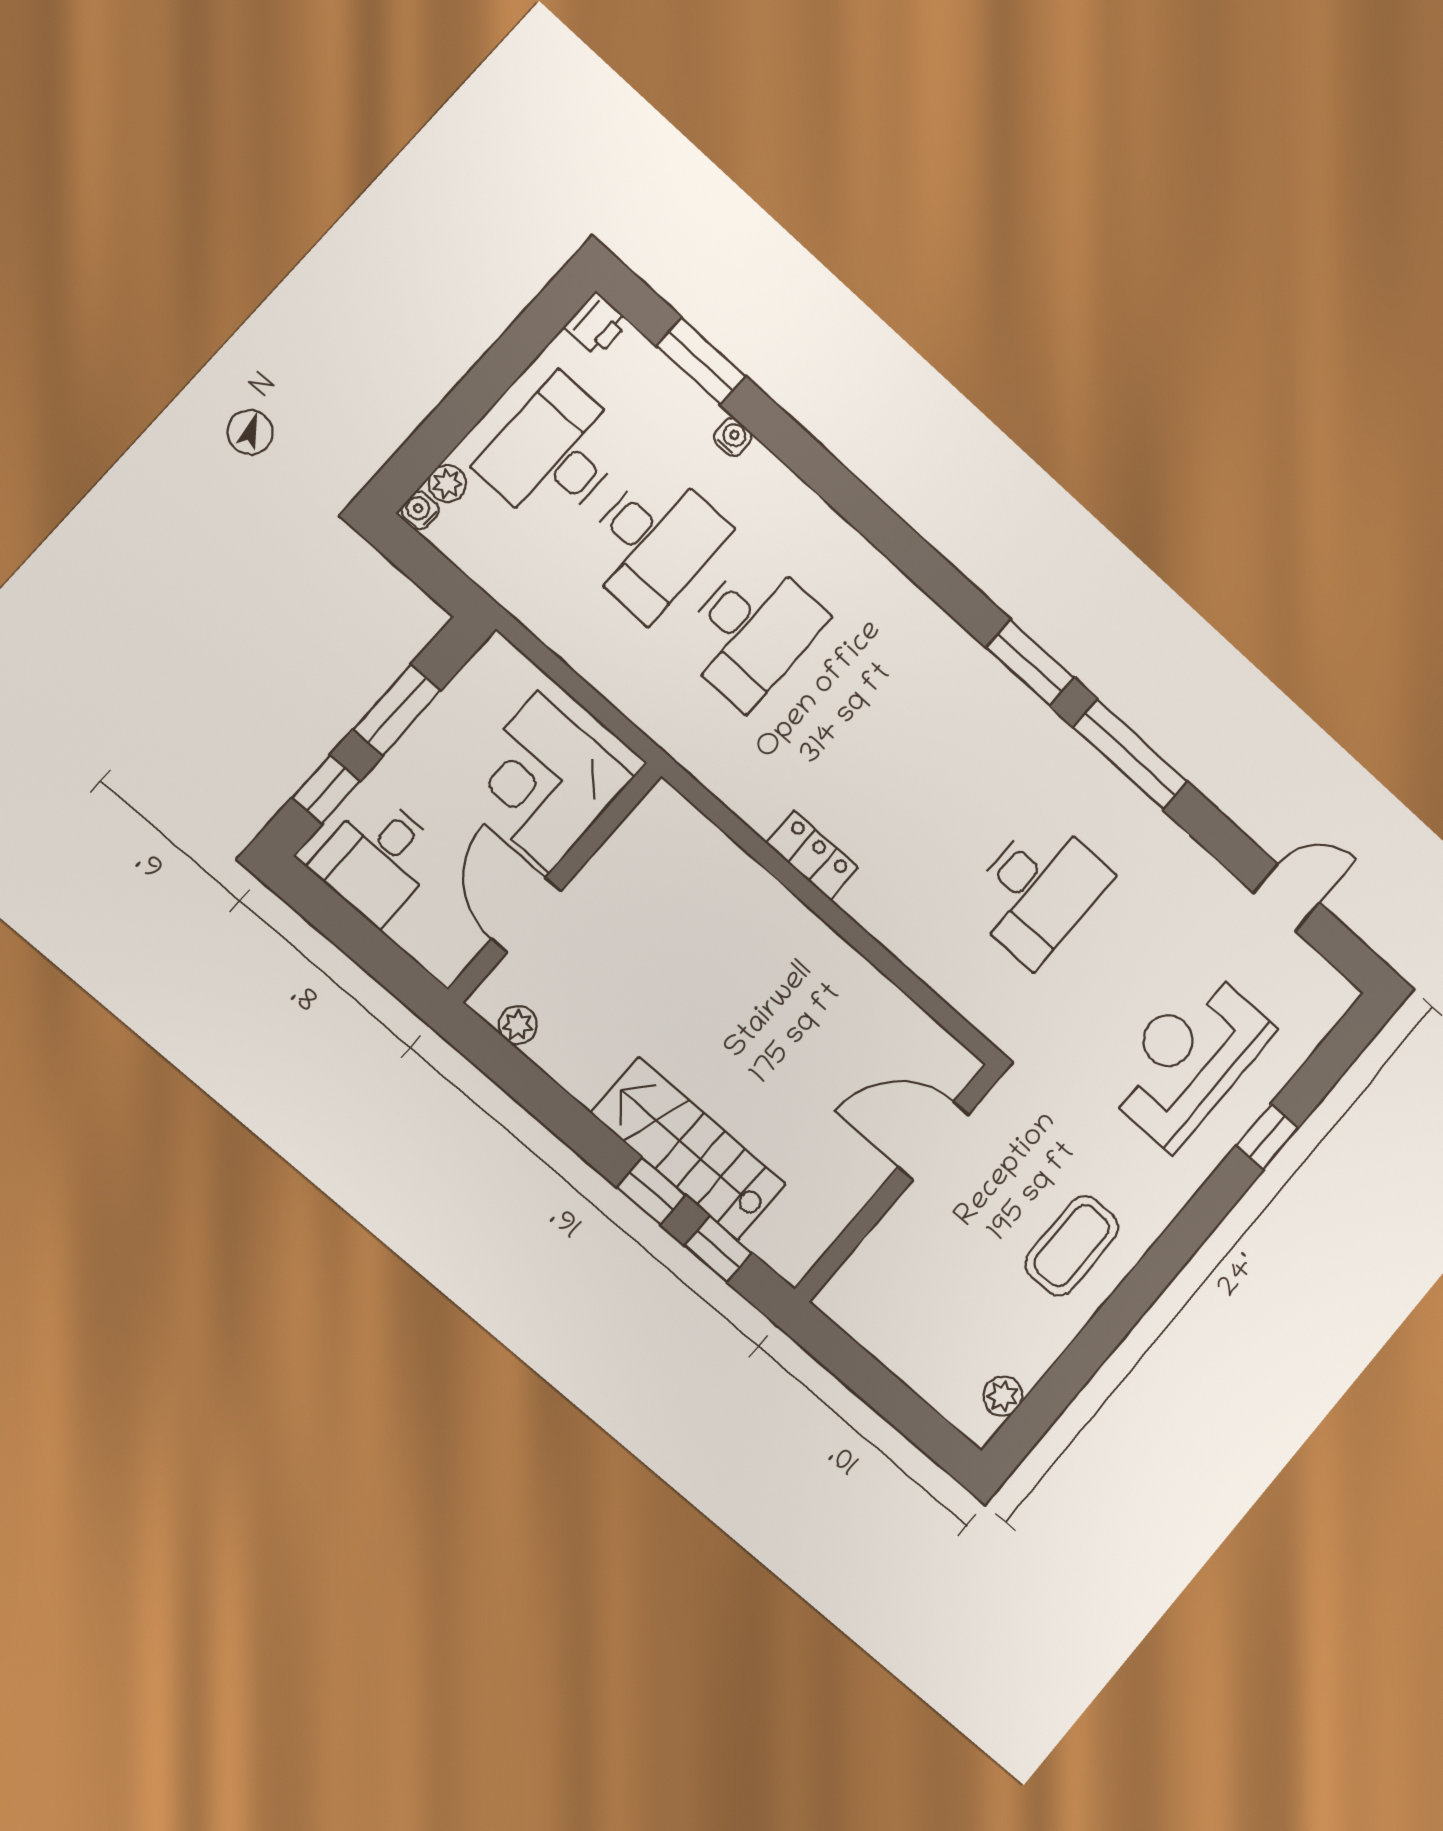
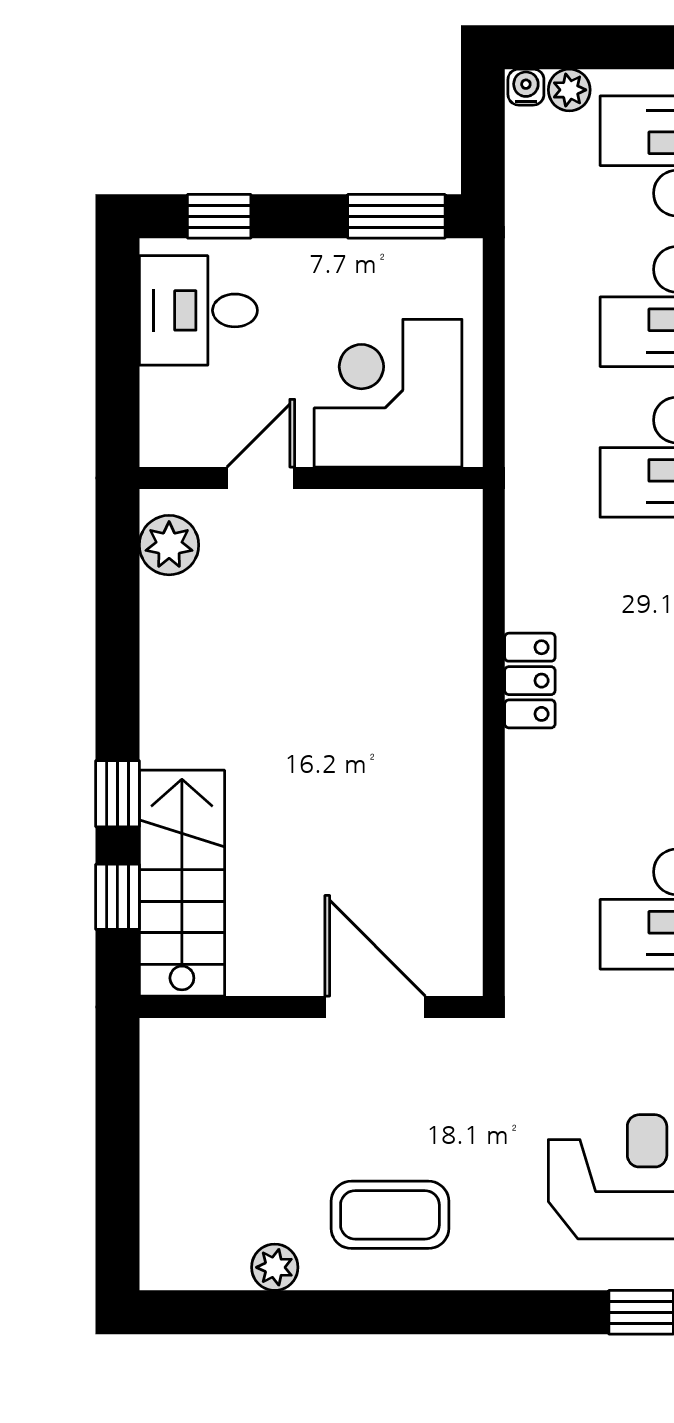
window: (397, 710) -> (396, 216), moved
door: (526, 915) -> (261, 478), width x0.73
plant: (518, 1025) -> (169, 545), width x1.38, depth x1.38
stairs: (689, 1149) -> (182, 883), moved
plant: (1003, 1396) -> (275, 1267), moved

